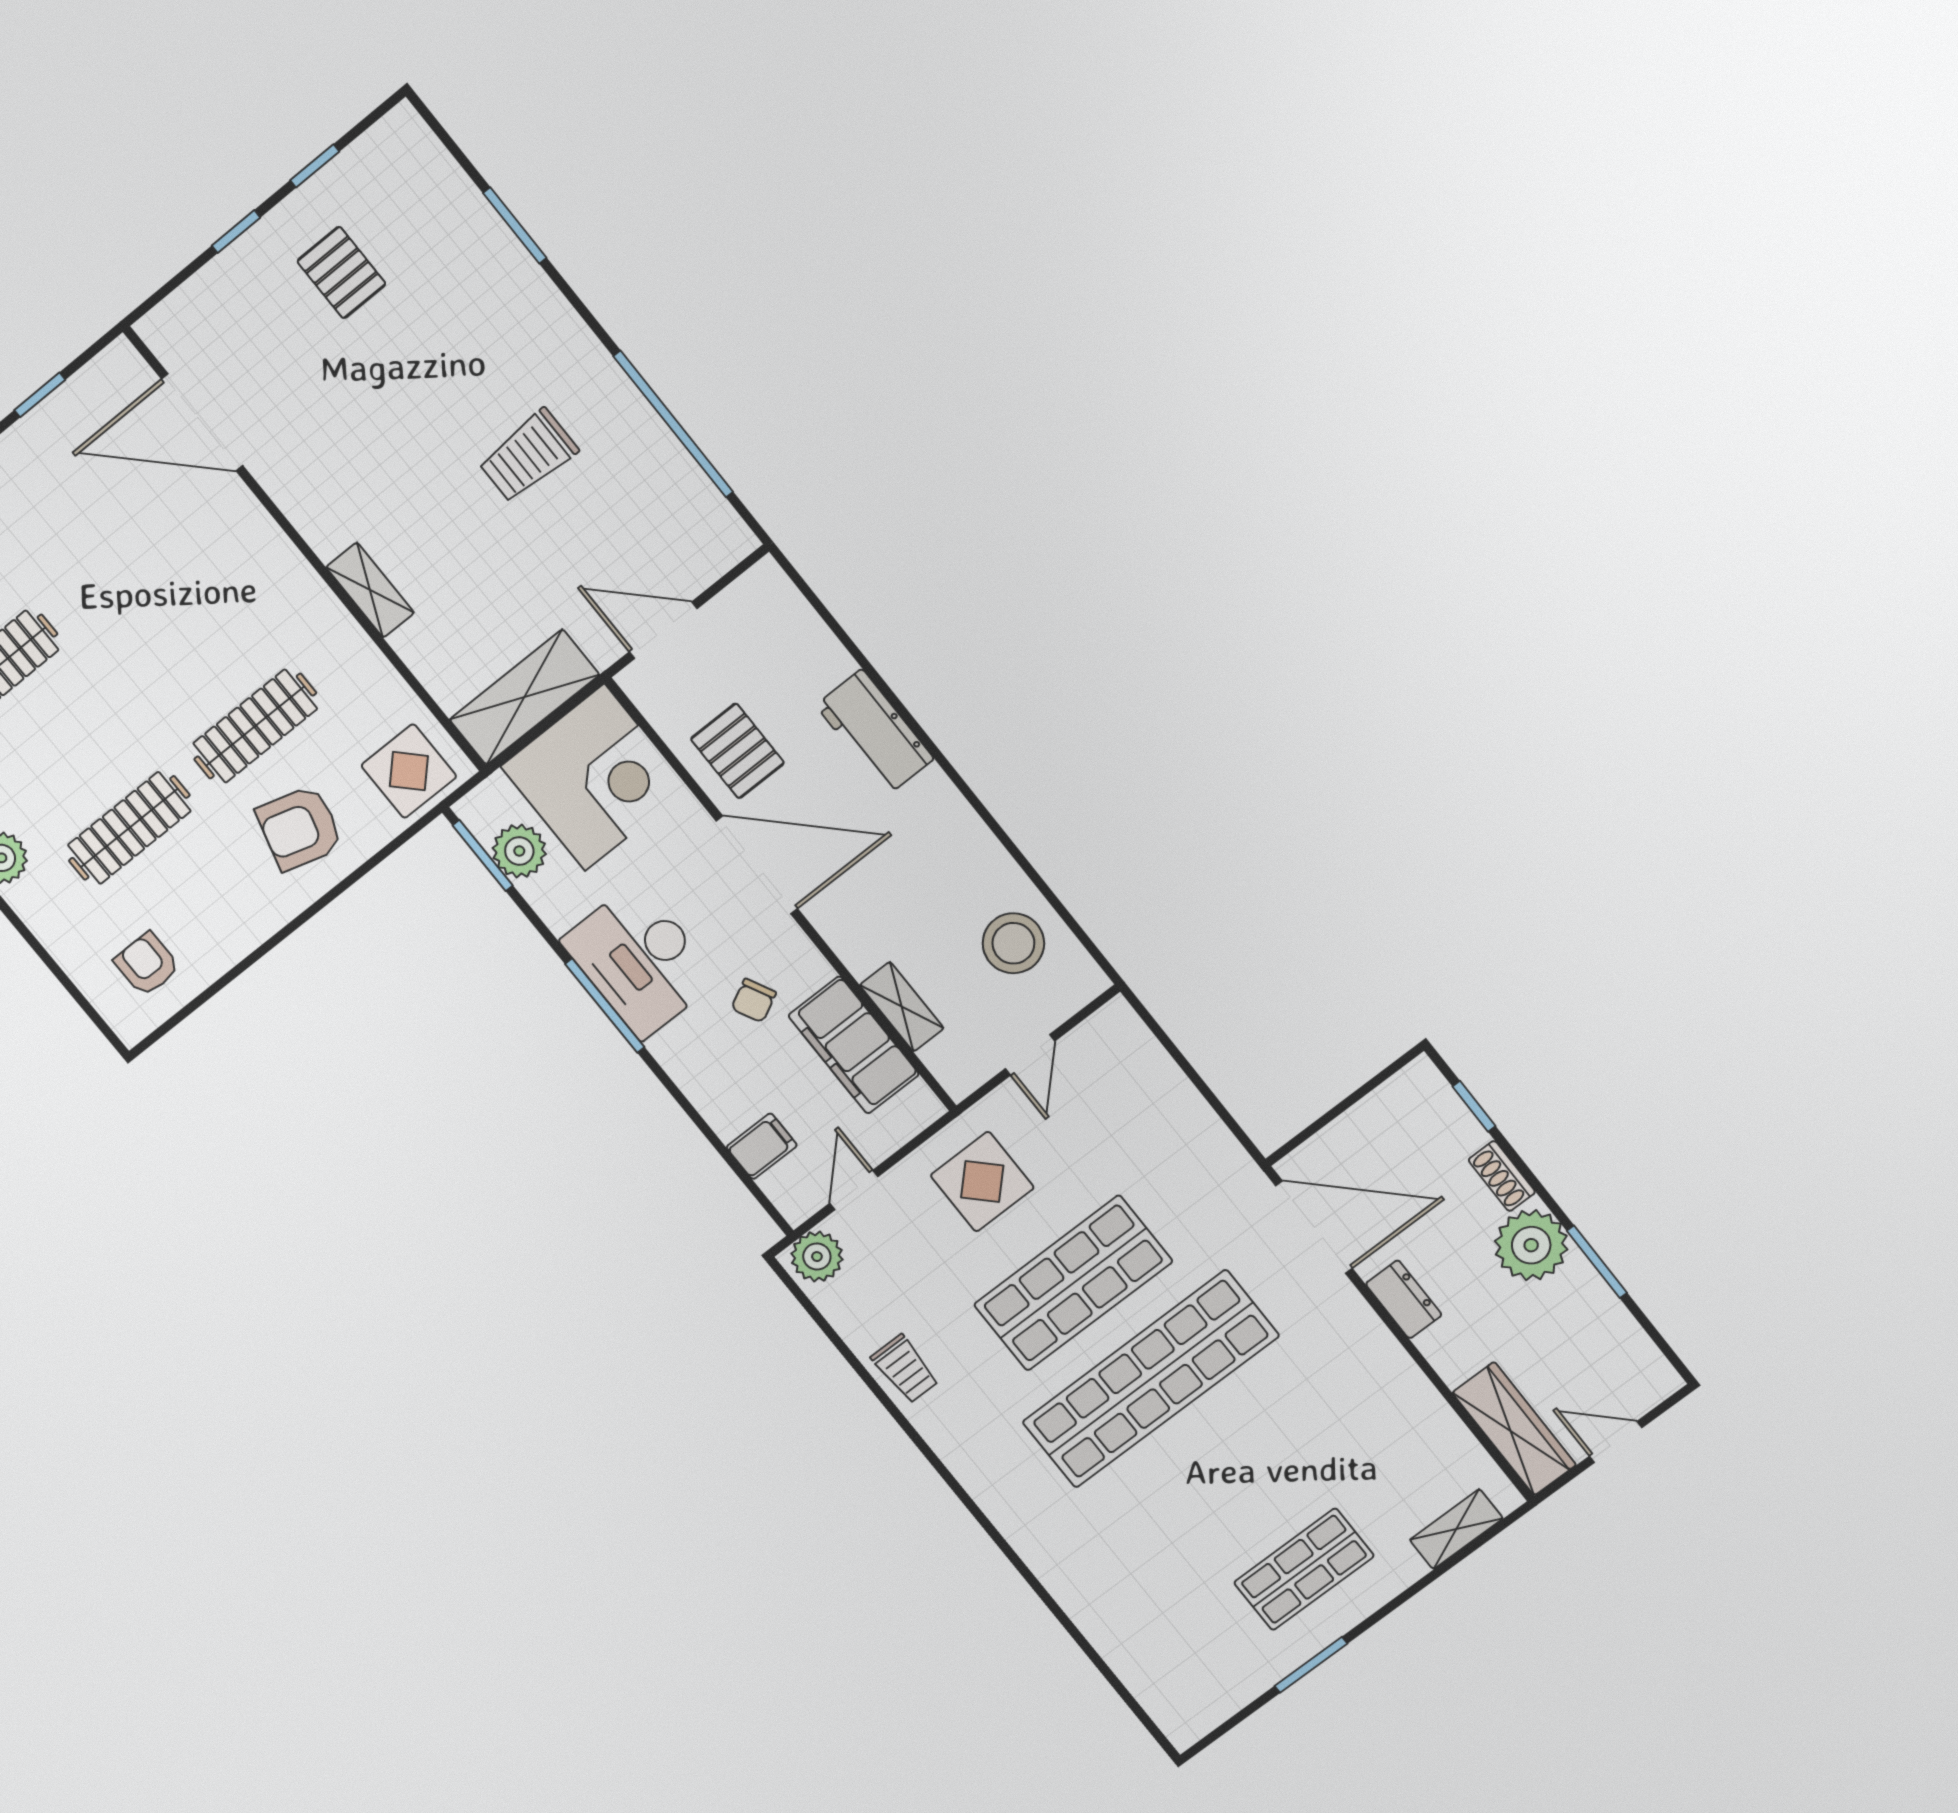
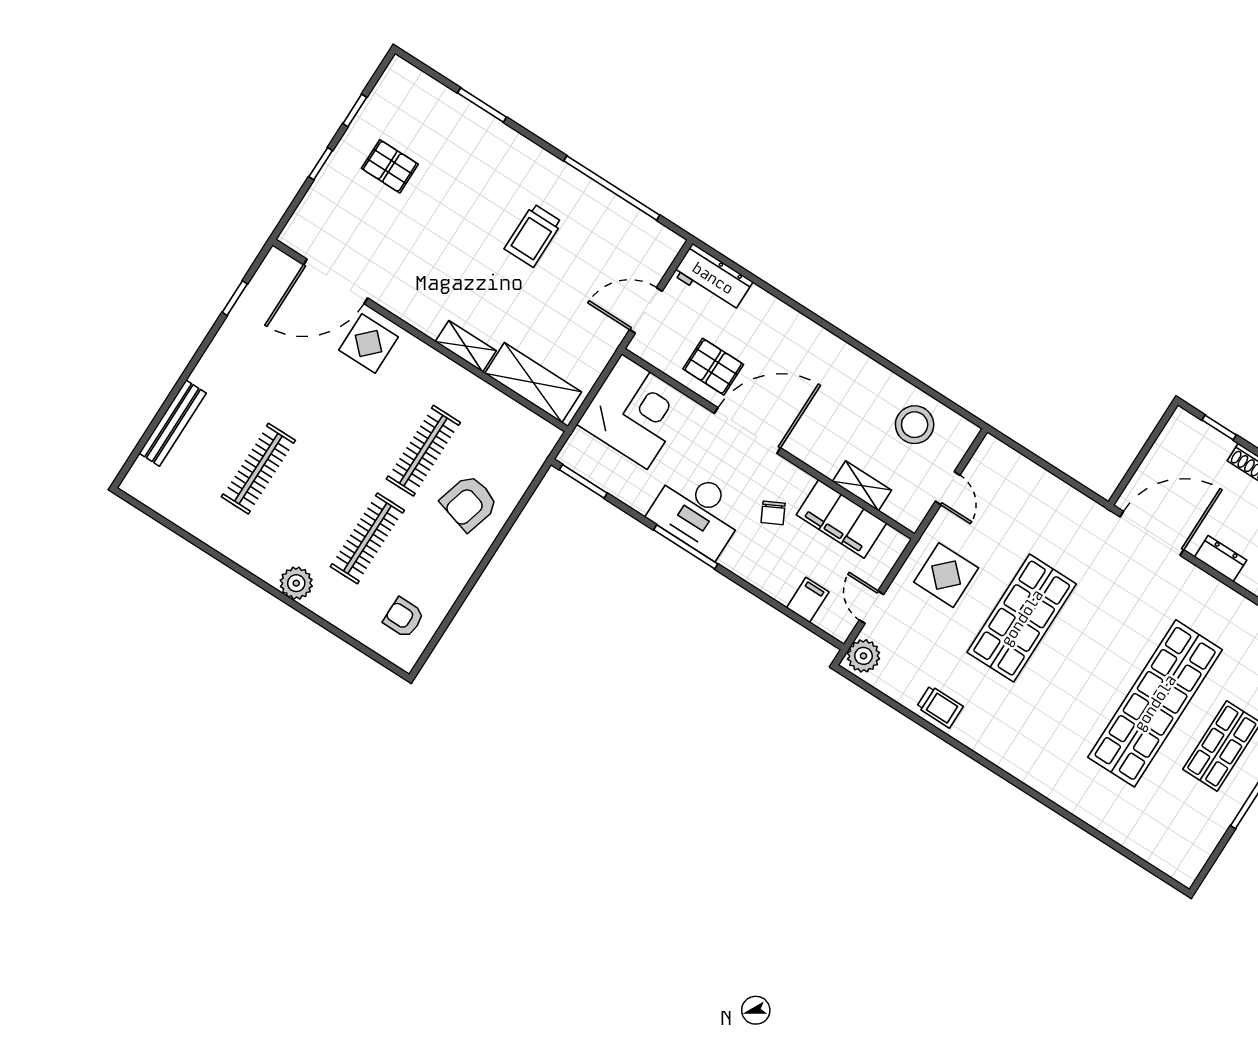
shelving: (524, 697) -> (533, 383), moved, turned 90
workbench: (875, 732) -> (713, 278), moved
display table: (409, 771) -> (369, 343), moved
plant: (519, 851) -> (604, 471), removed
shop shelf: (1151, 1379) -> (1155, 703), moved

